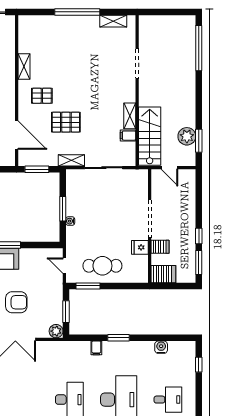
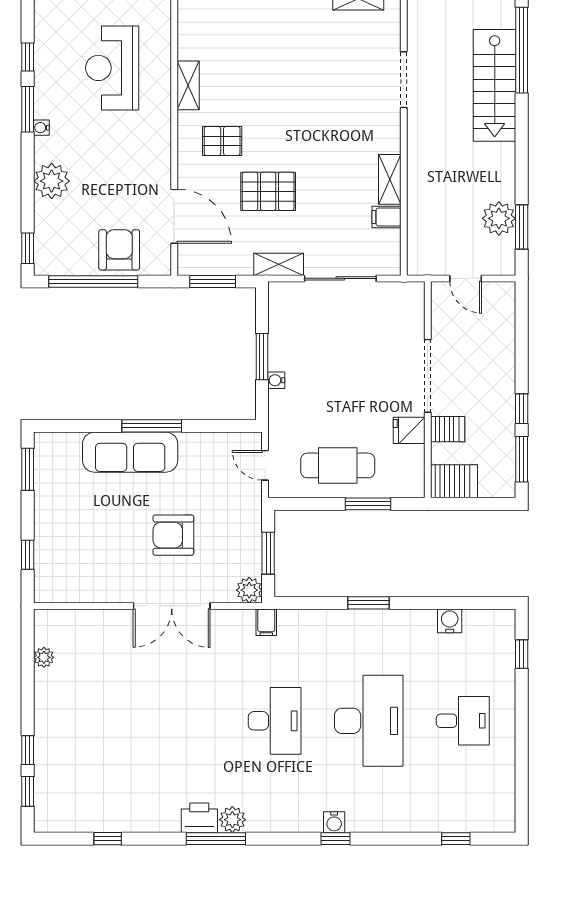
stairs: (150, 136) -> (495, 85), moved, turned 180
window: (88, 286) -> (368, 504), moved
armchair: (16, 302) -> (173, 535), turned 180
filing cabinet: (96, 348) -> (266, 622), moved

